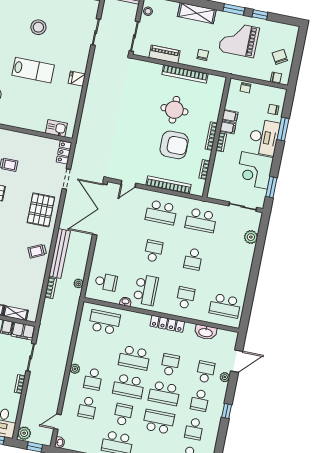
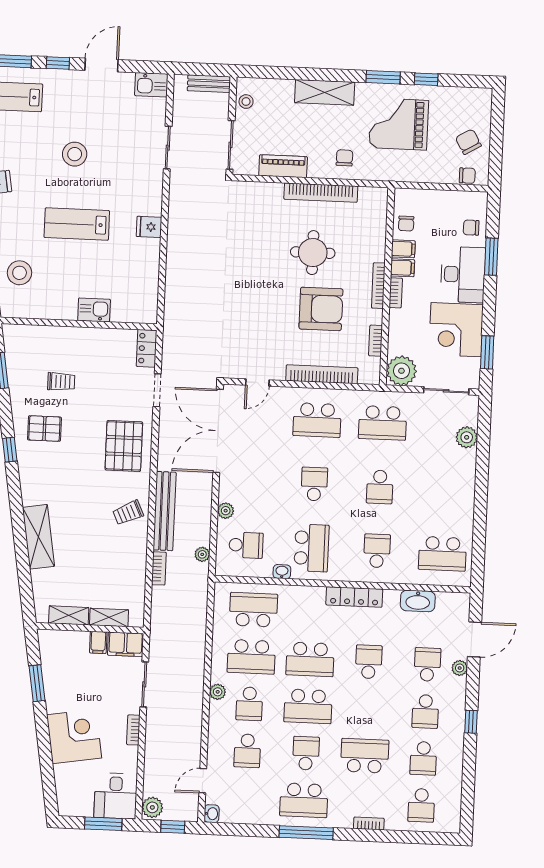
lab bench: (33, 70) -> (77, 224), turned 180
chair: (245, 88) -> (406, 224), moved
kitchen sink: (56, 128) -> (94, 310), moved
plant: (217, 190) -> (401, 371), added
plant: (97, 259) -> (226, 511), added
school desk: (164, 393) -> (251, 657), moved

